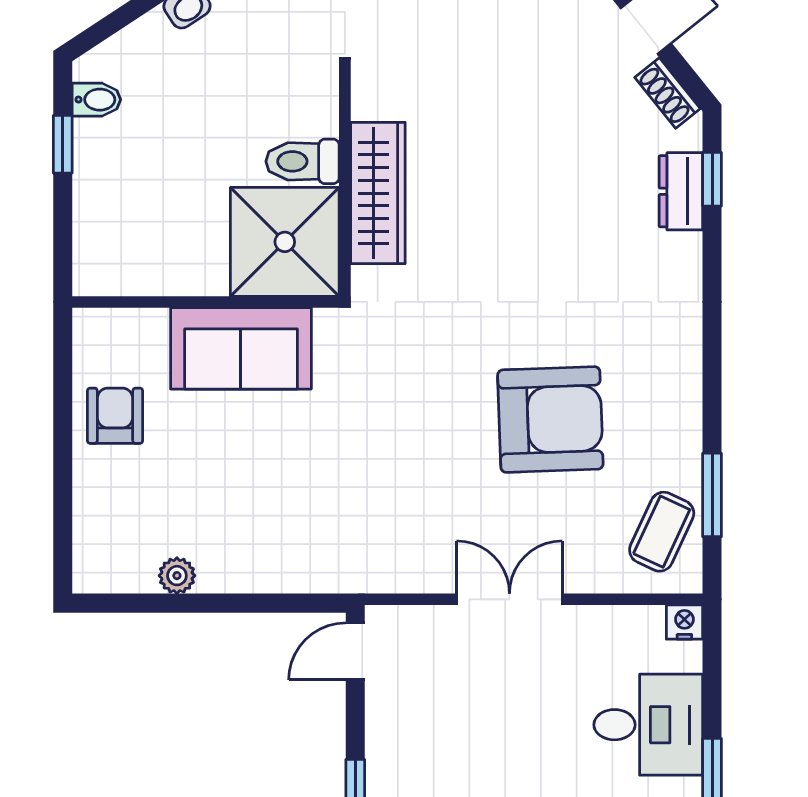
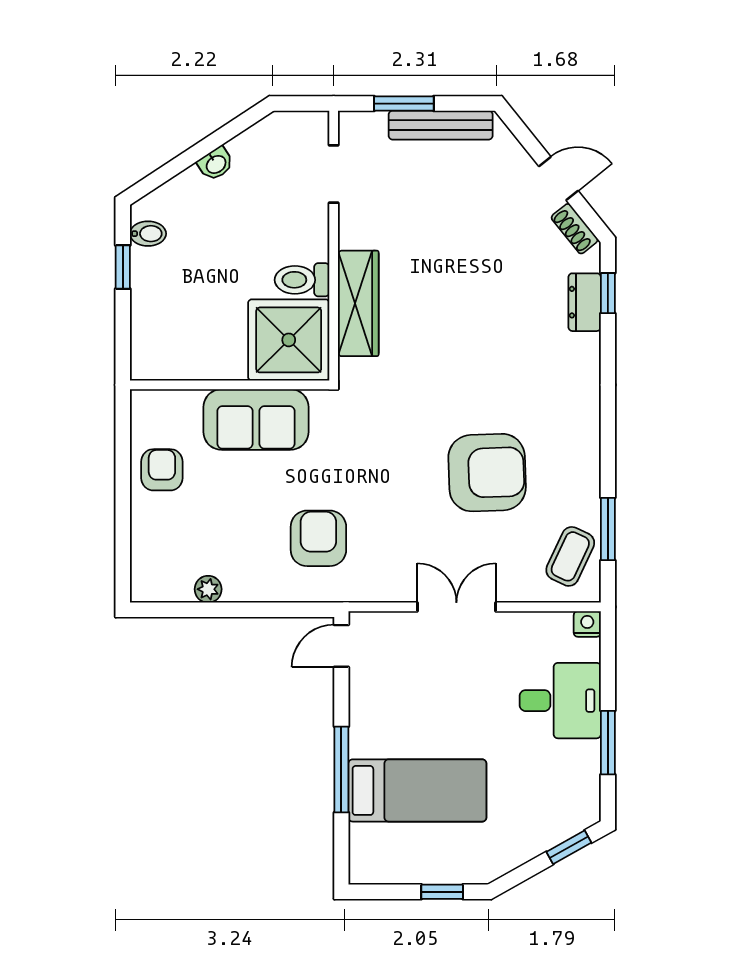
armchair: (325, 507) -> (318, 538), added

